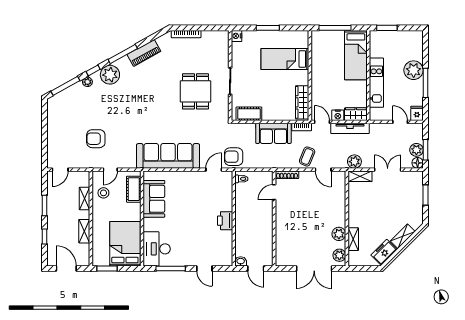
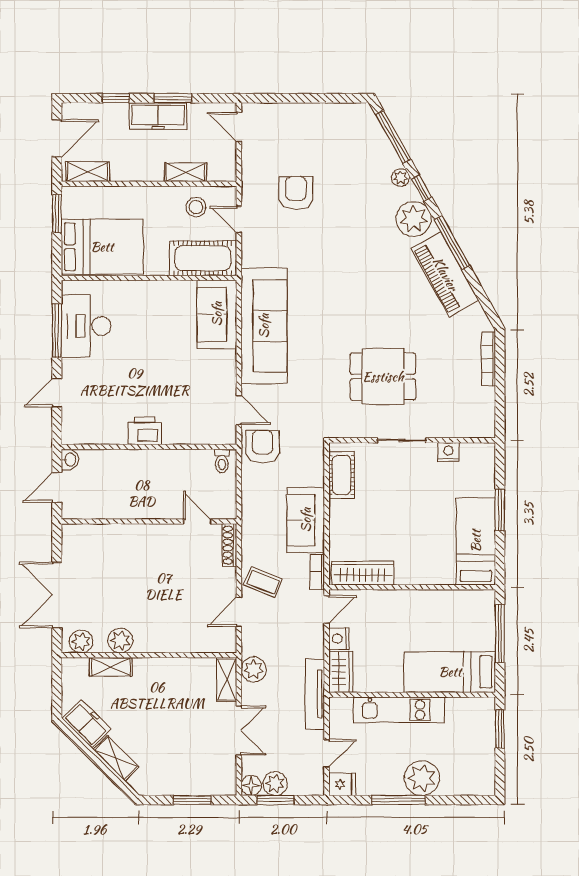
nightstand: (237, 36) -> (448, 452), moved
piano: (144, 53) -> (445, 274), width x1.37, depth x1.33
bed: (285, 59) -> (476, 541), moved
tv unit: (350, 128) -> (315, 694), moved
cot: (134, 189) -> (203, 258), width x1.37, depth x1.34
sofa: (154, 199) -> (217, 314), moved, turned 90
freezer: (54, 214) -> (158, 116), added
shelving: (84, 231) -> (88, 172), moved
desk: (157, 249) -> (86, 326), moved, turned -90

